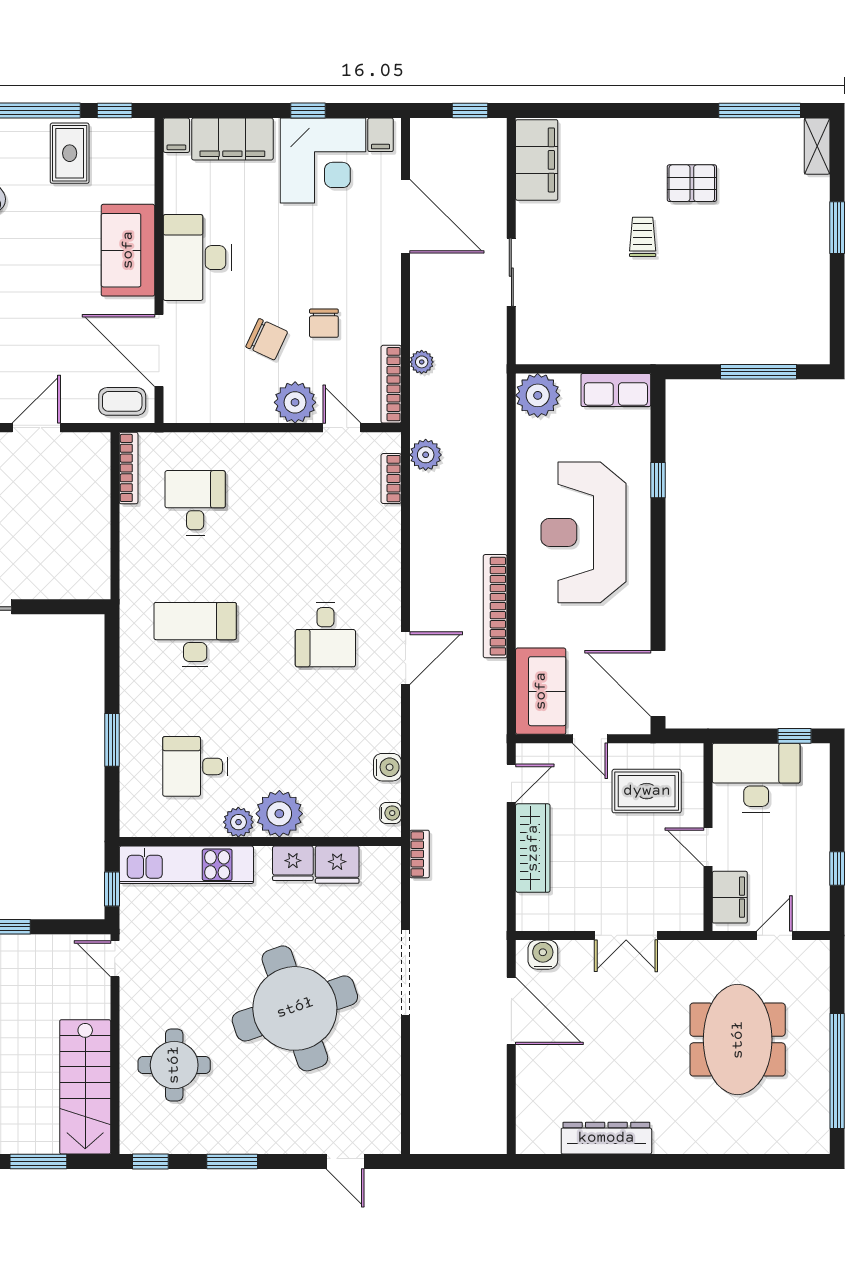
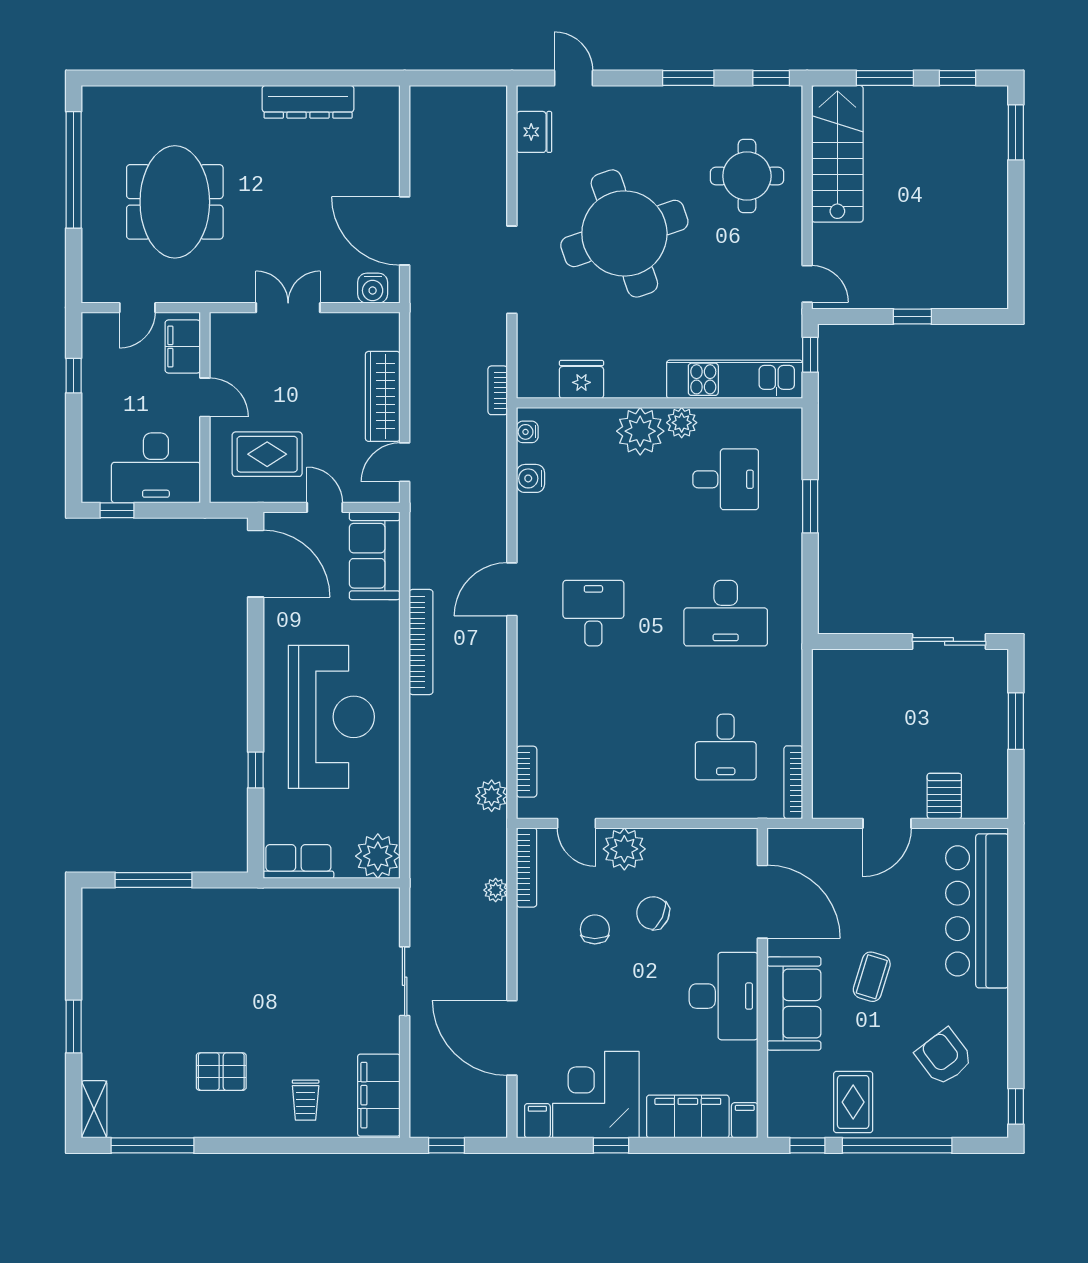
trolley: (643, 237) -> (306, 1100), moved
coffee table: (122, 401) -> (872, 977), moved, turned -73
fridge: (293, 863) -> (534, 132), moved, turned 90

